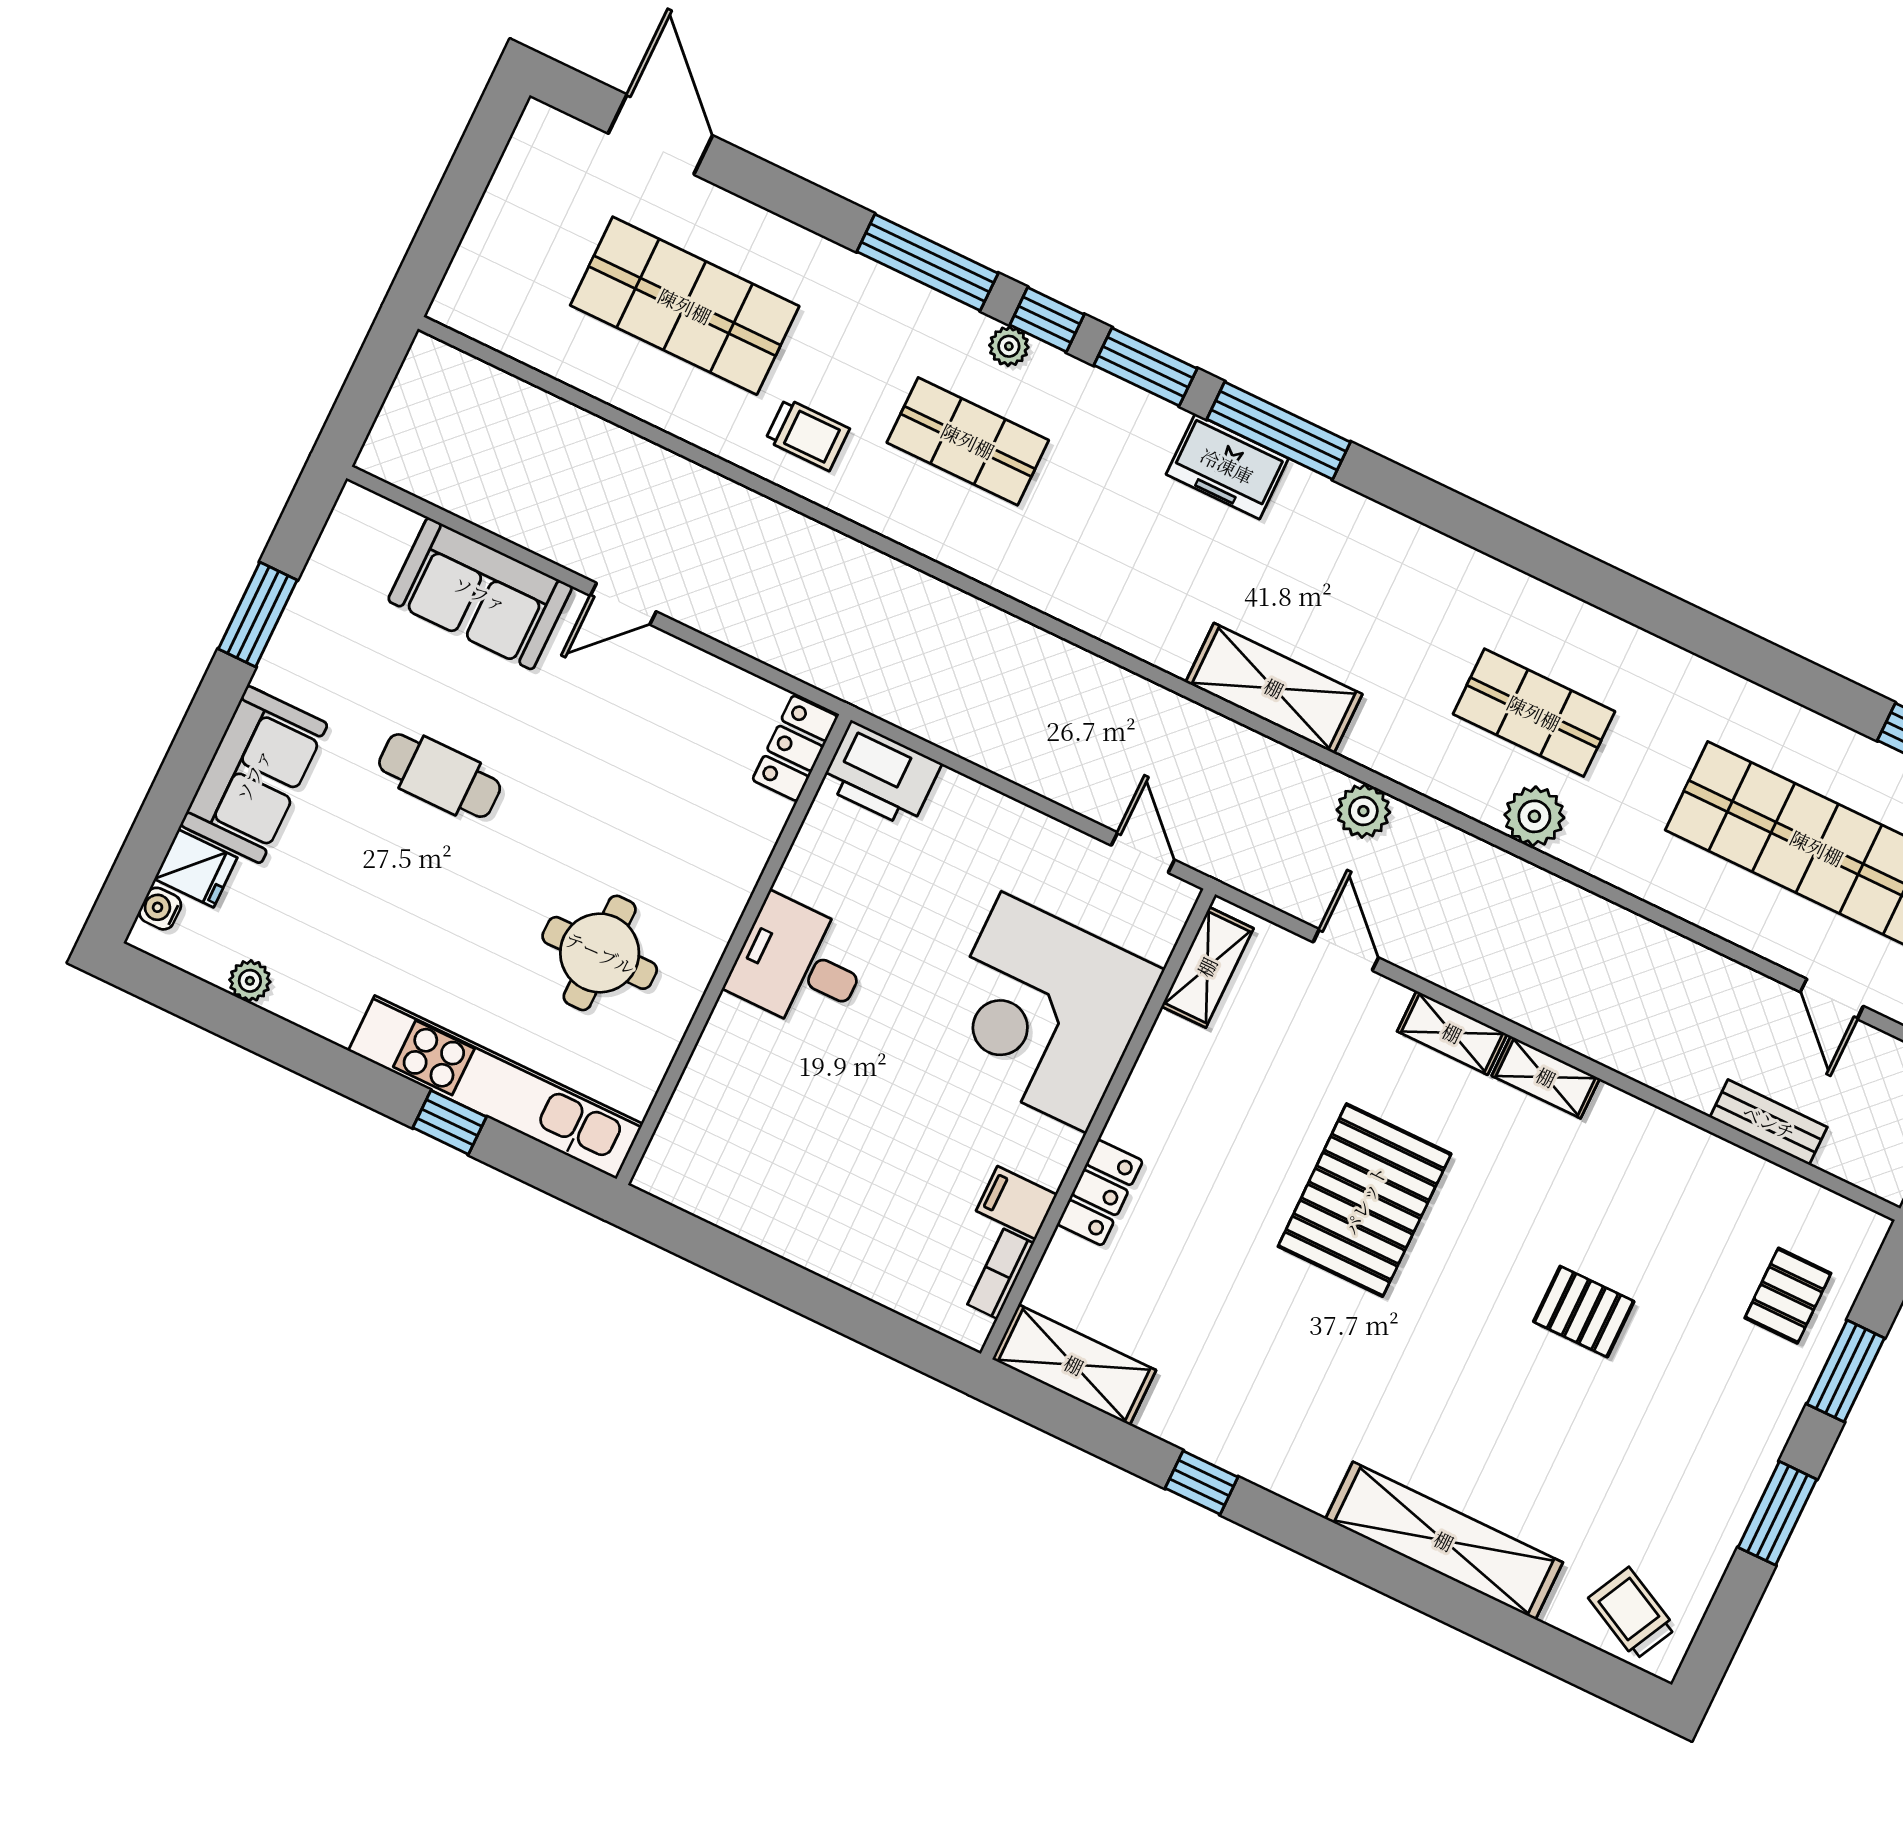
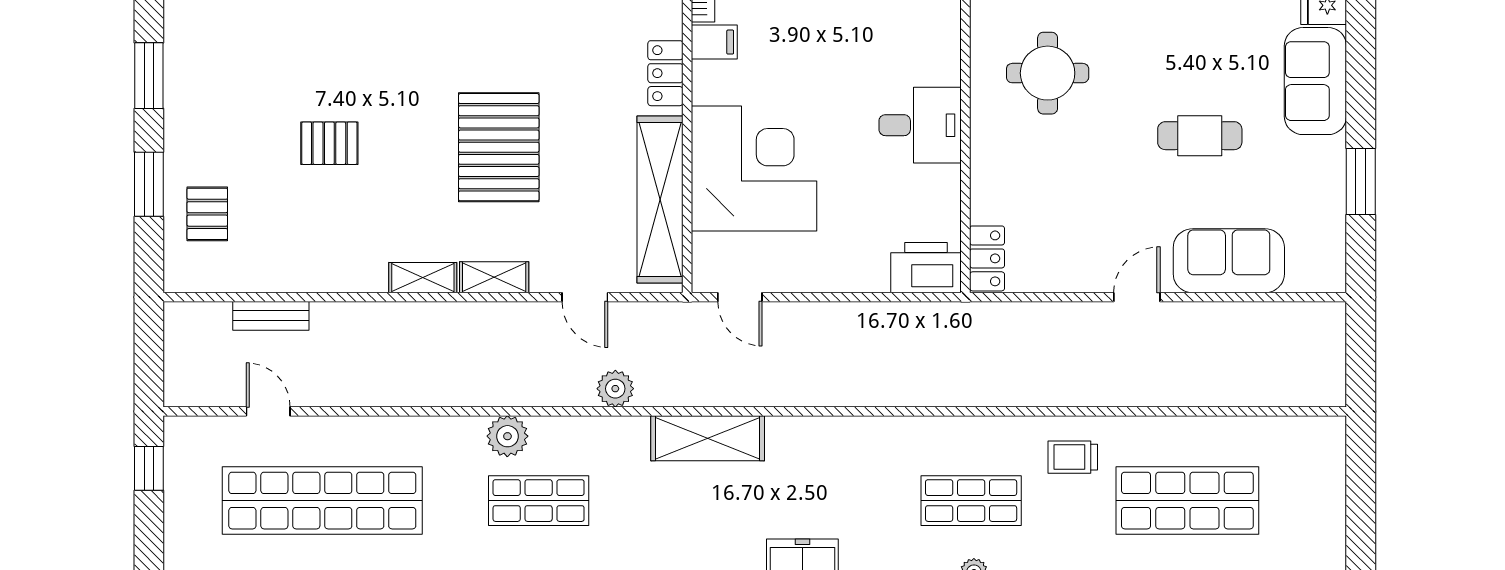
shelving: (1207, 967) -> (660, 200), width x2.20, depth x1.33

